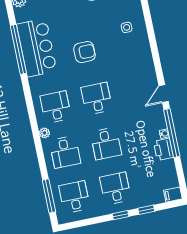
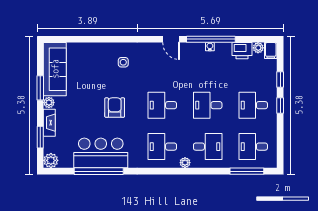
side table: (127, 27) -> (123, 62), moved
desk: (106, 144) -> (208, 105), turned 180
printer: (163, 149) -> (242, 51), moved
plant: (173, 182) -> (258, 48), added

